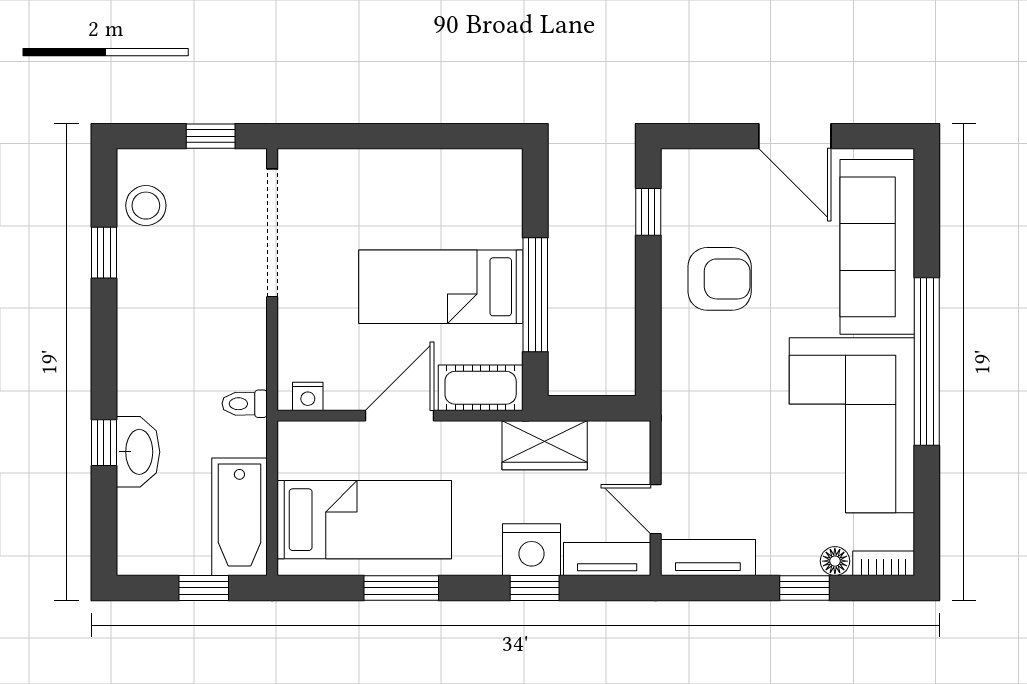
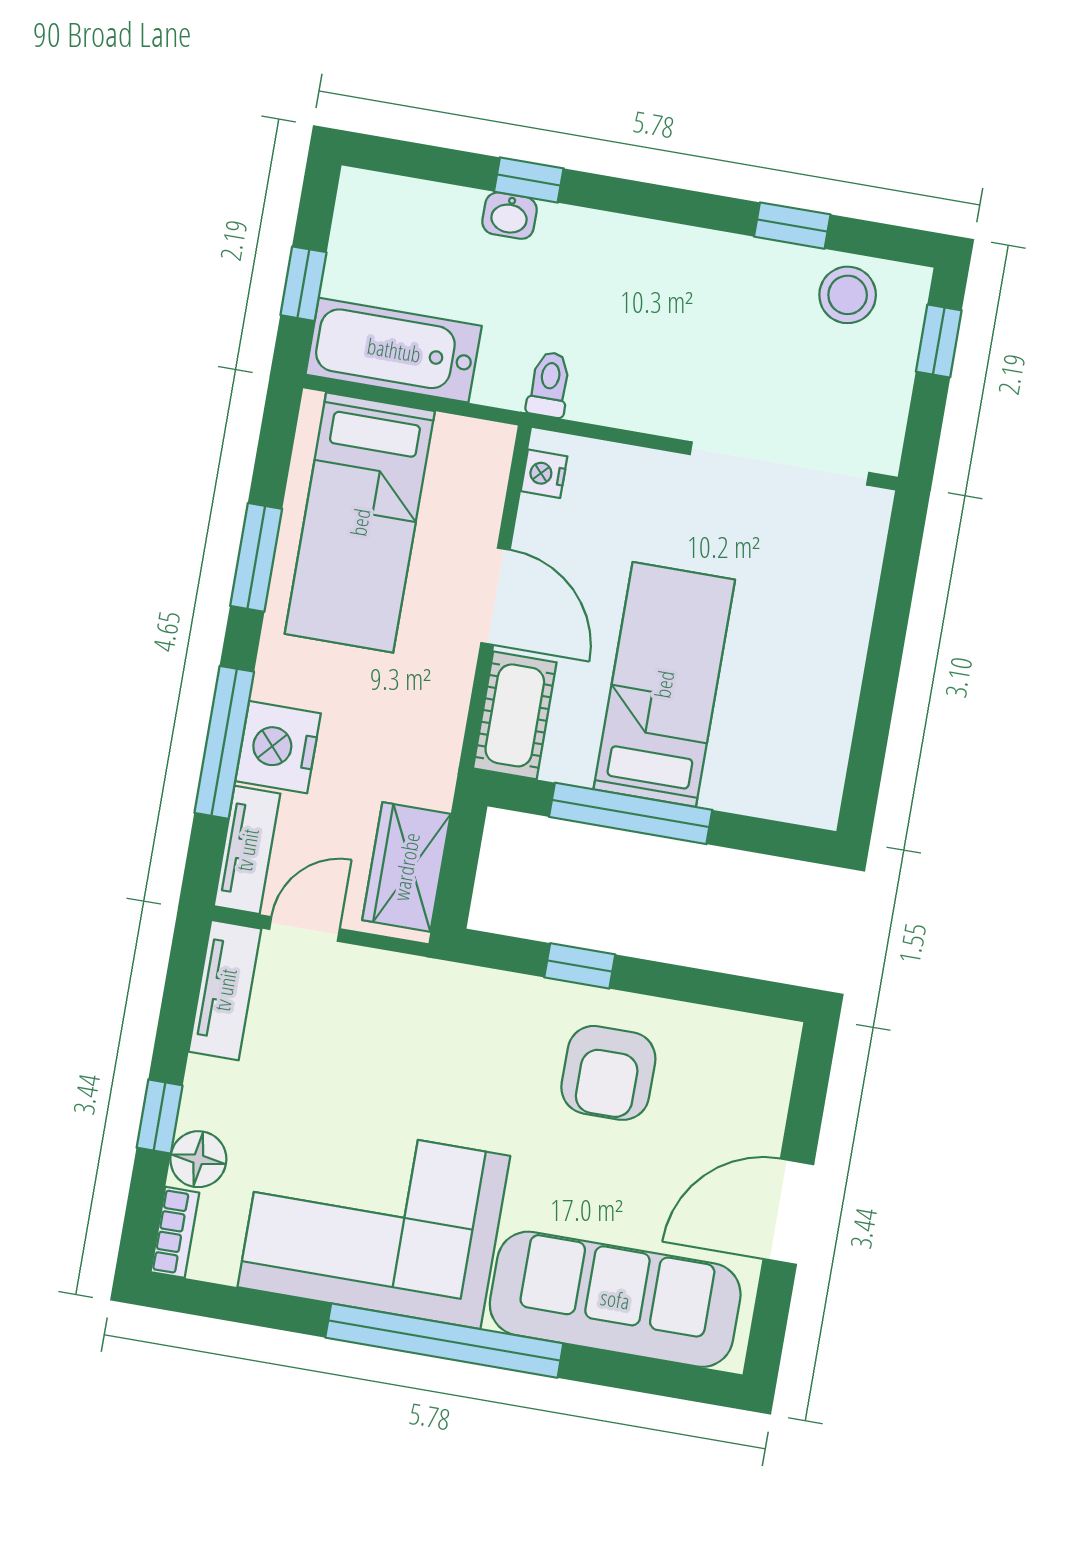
window: (211, 136) -> (939, 341), moved
window: (648, 212) -> (580, 966), moved
wardrobe: (545, 445) -> (406, 867), moved
washbasin: (138, 452) -> (510, 216), width x0.52, depth x0.69
floor lamp: (835, 561) -> (198, 1159), width x1.37, depth x1.37
window: (535, 588) -> (224, 742), width x2.17

